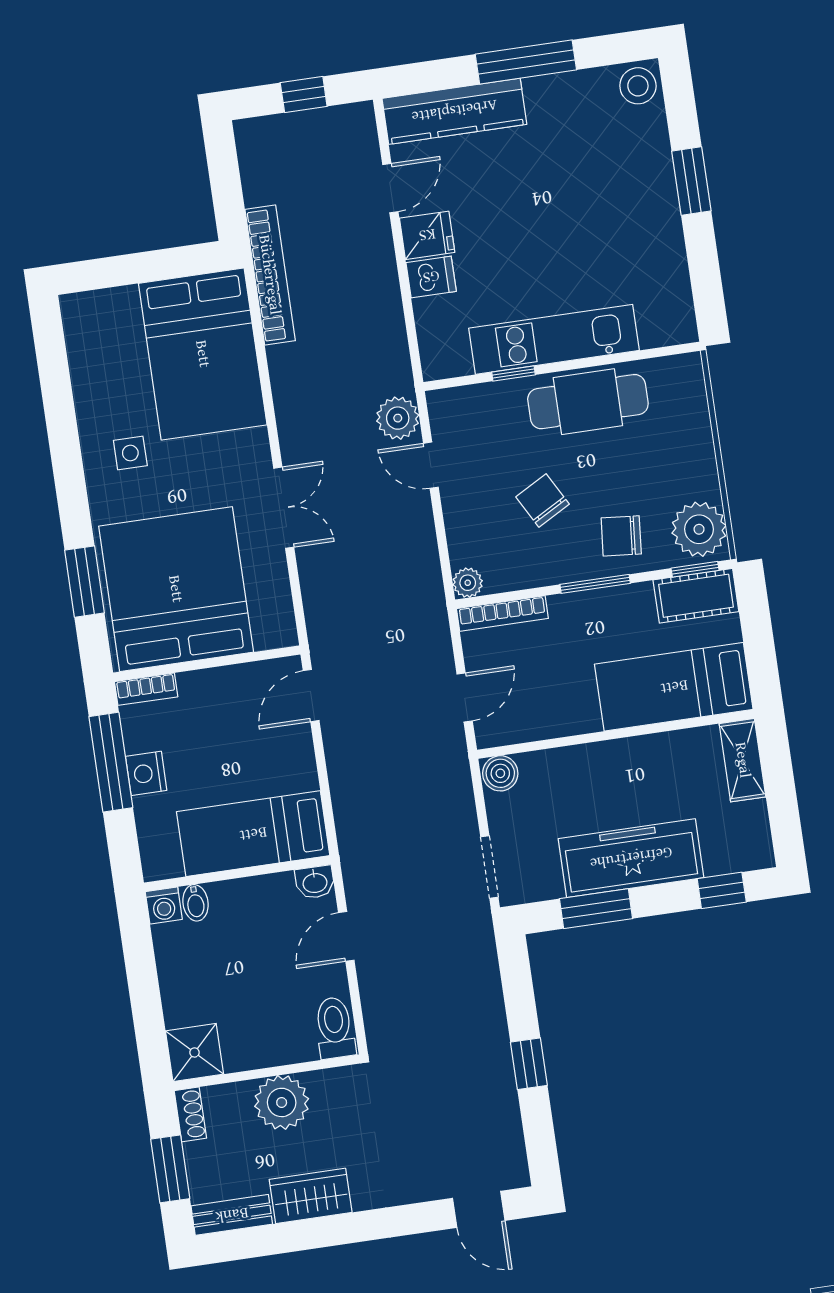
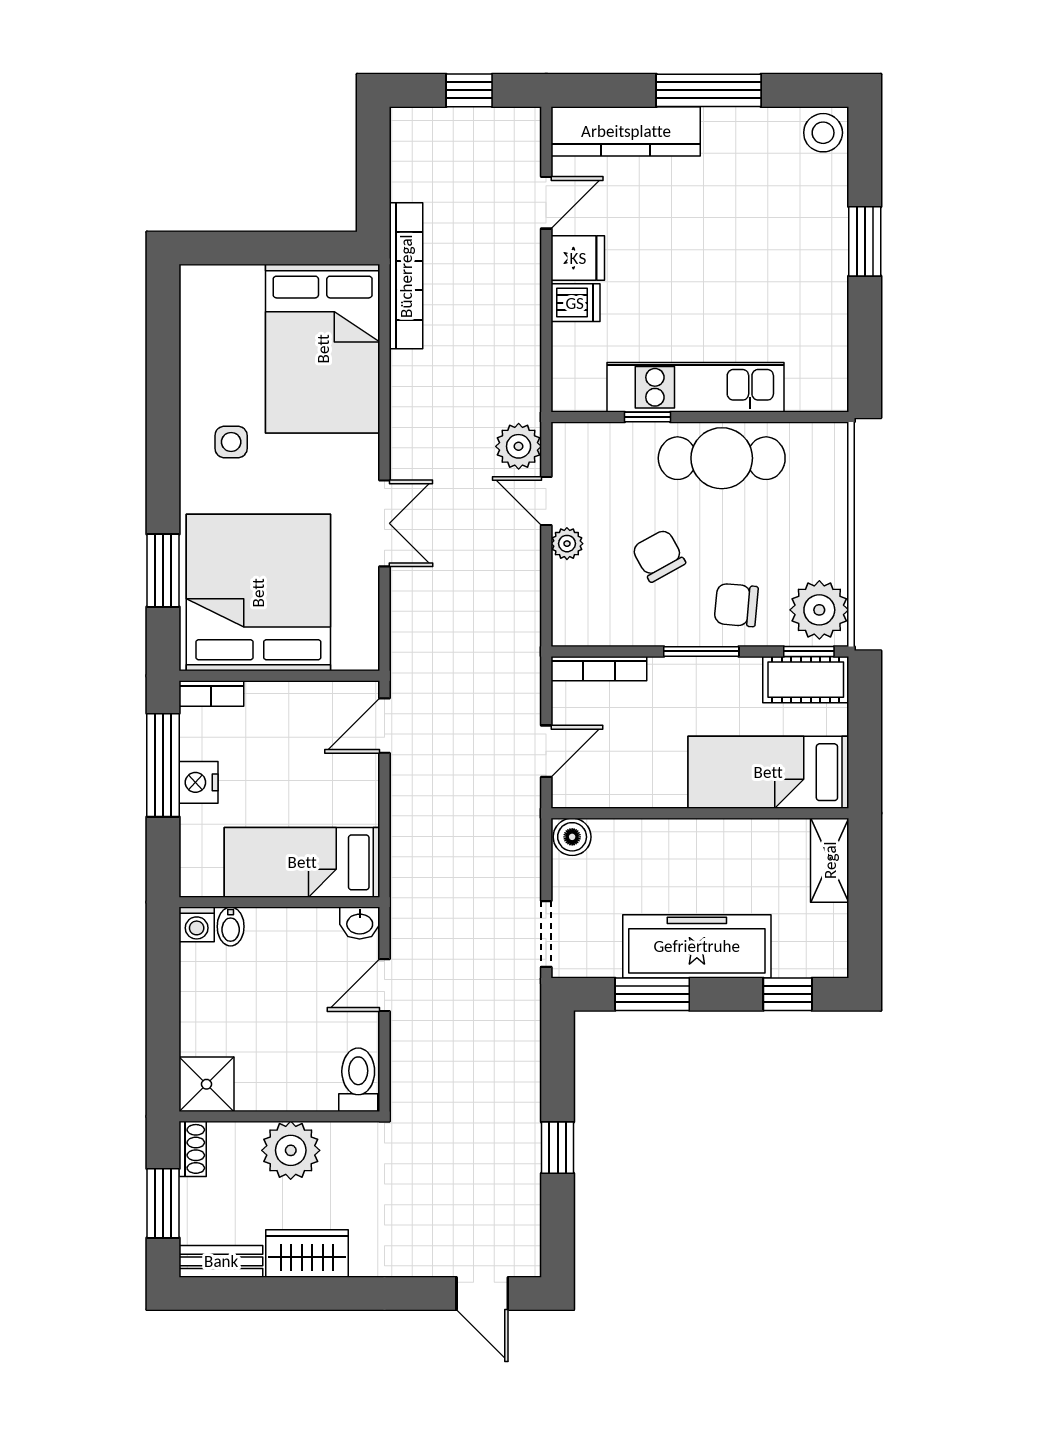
plant: (468, 583) -> (567, 544), moved

